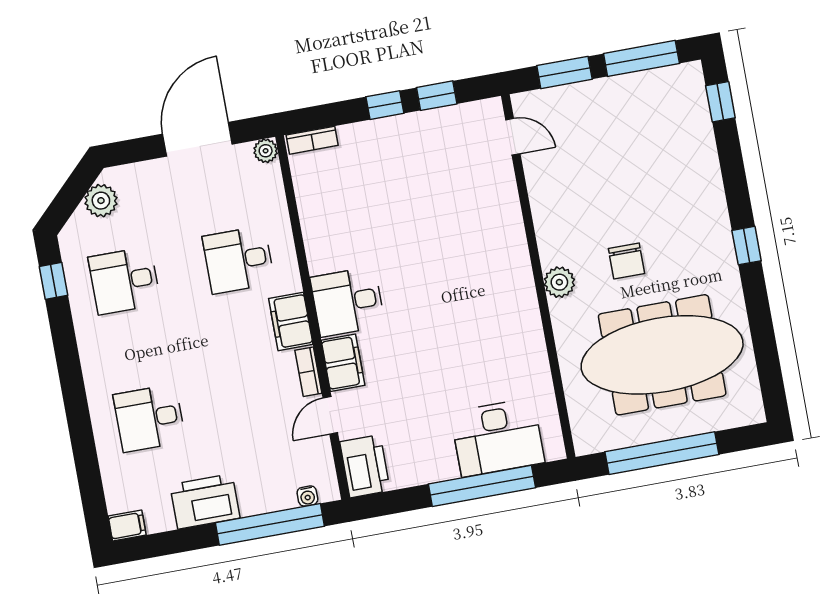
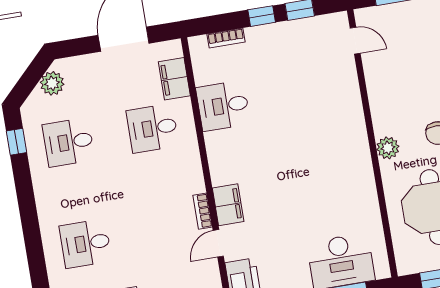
bookcase: (312, 140) -> (226, 38), moved
plant: (266, 151) -> (174, 48), removed
desk: (348, 302) -> (223, 106), moved
filing cabinet: (291, 321) -> (174, 79), moved

